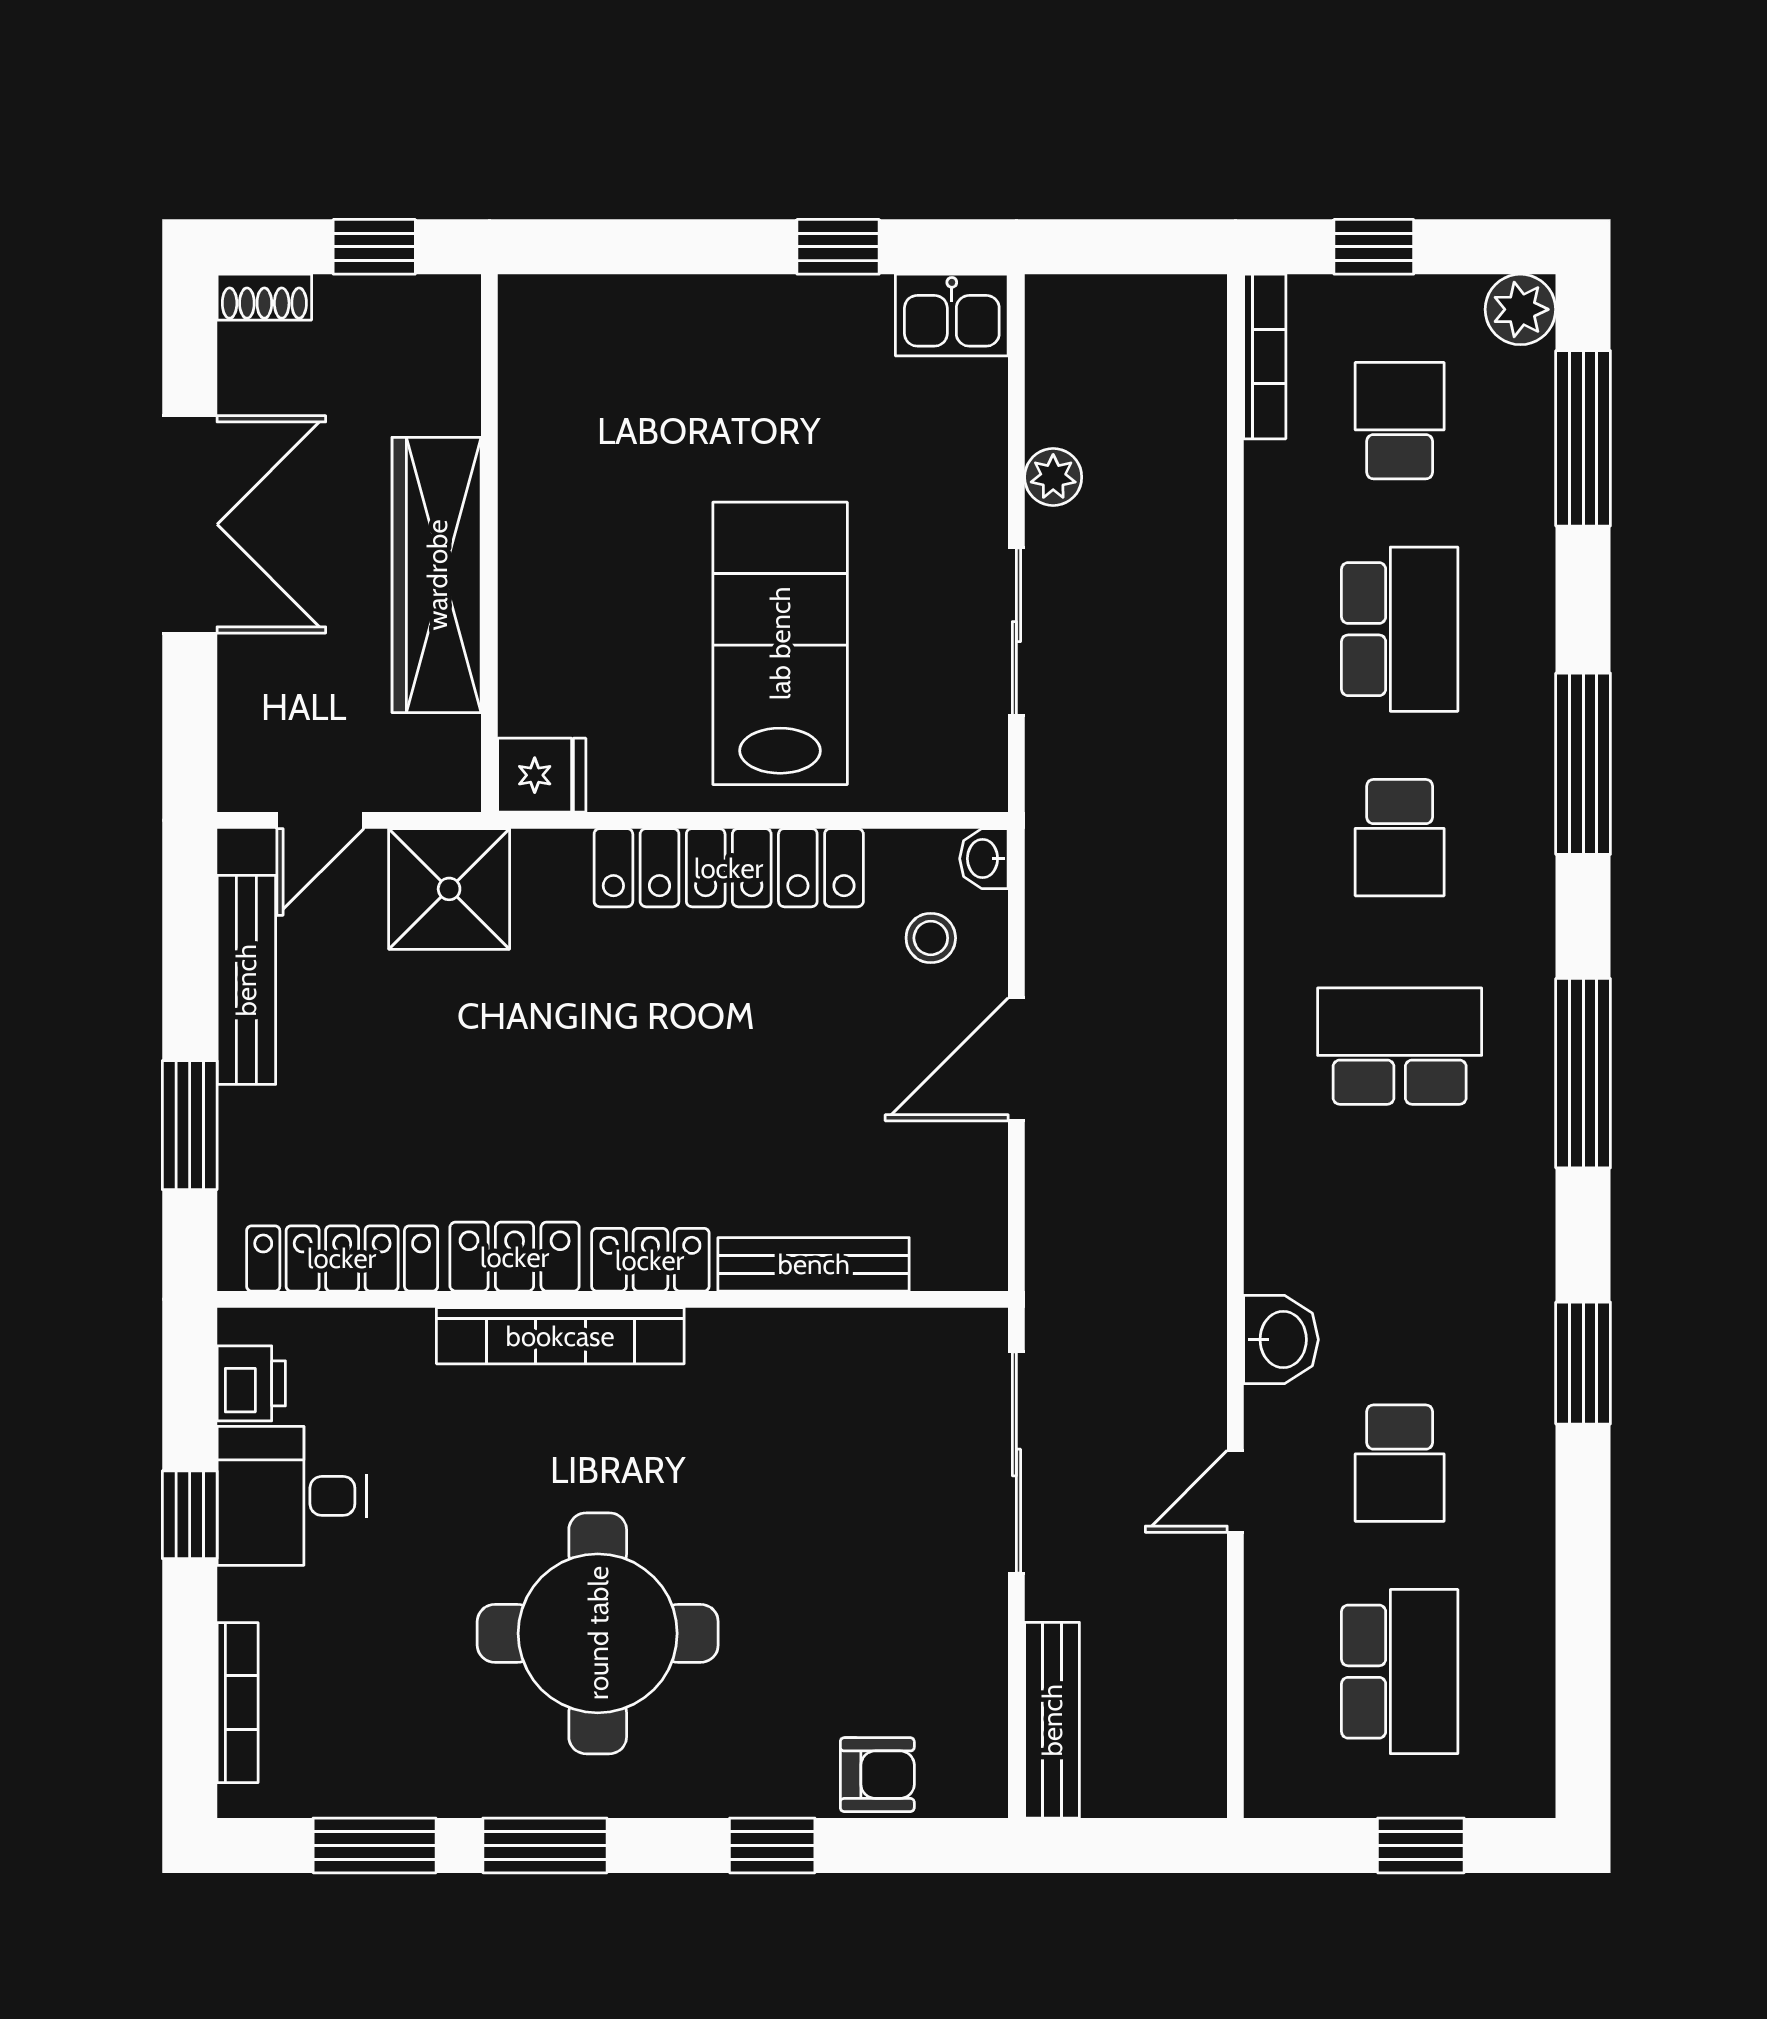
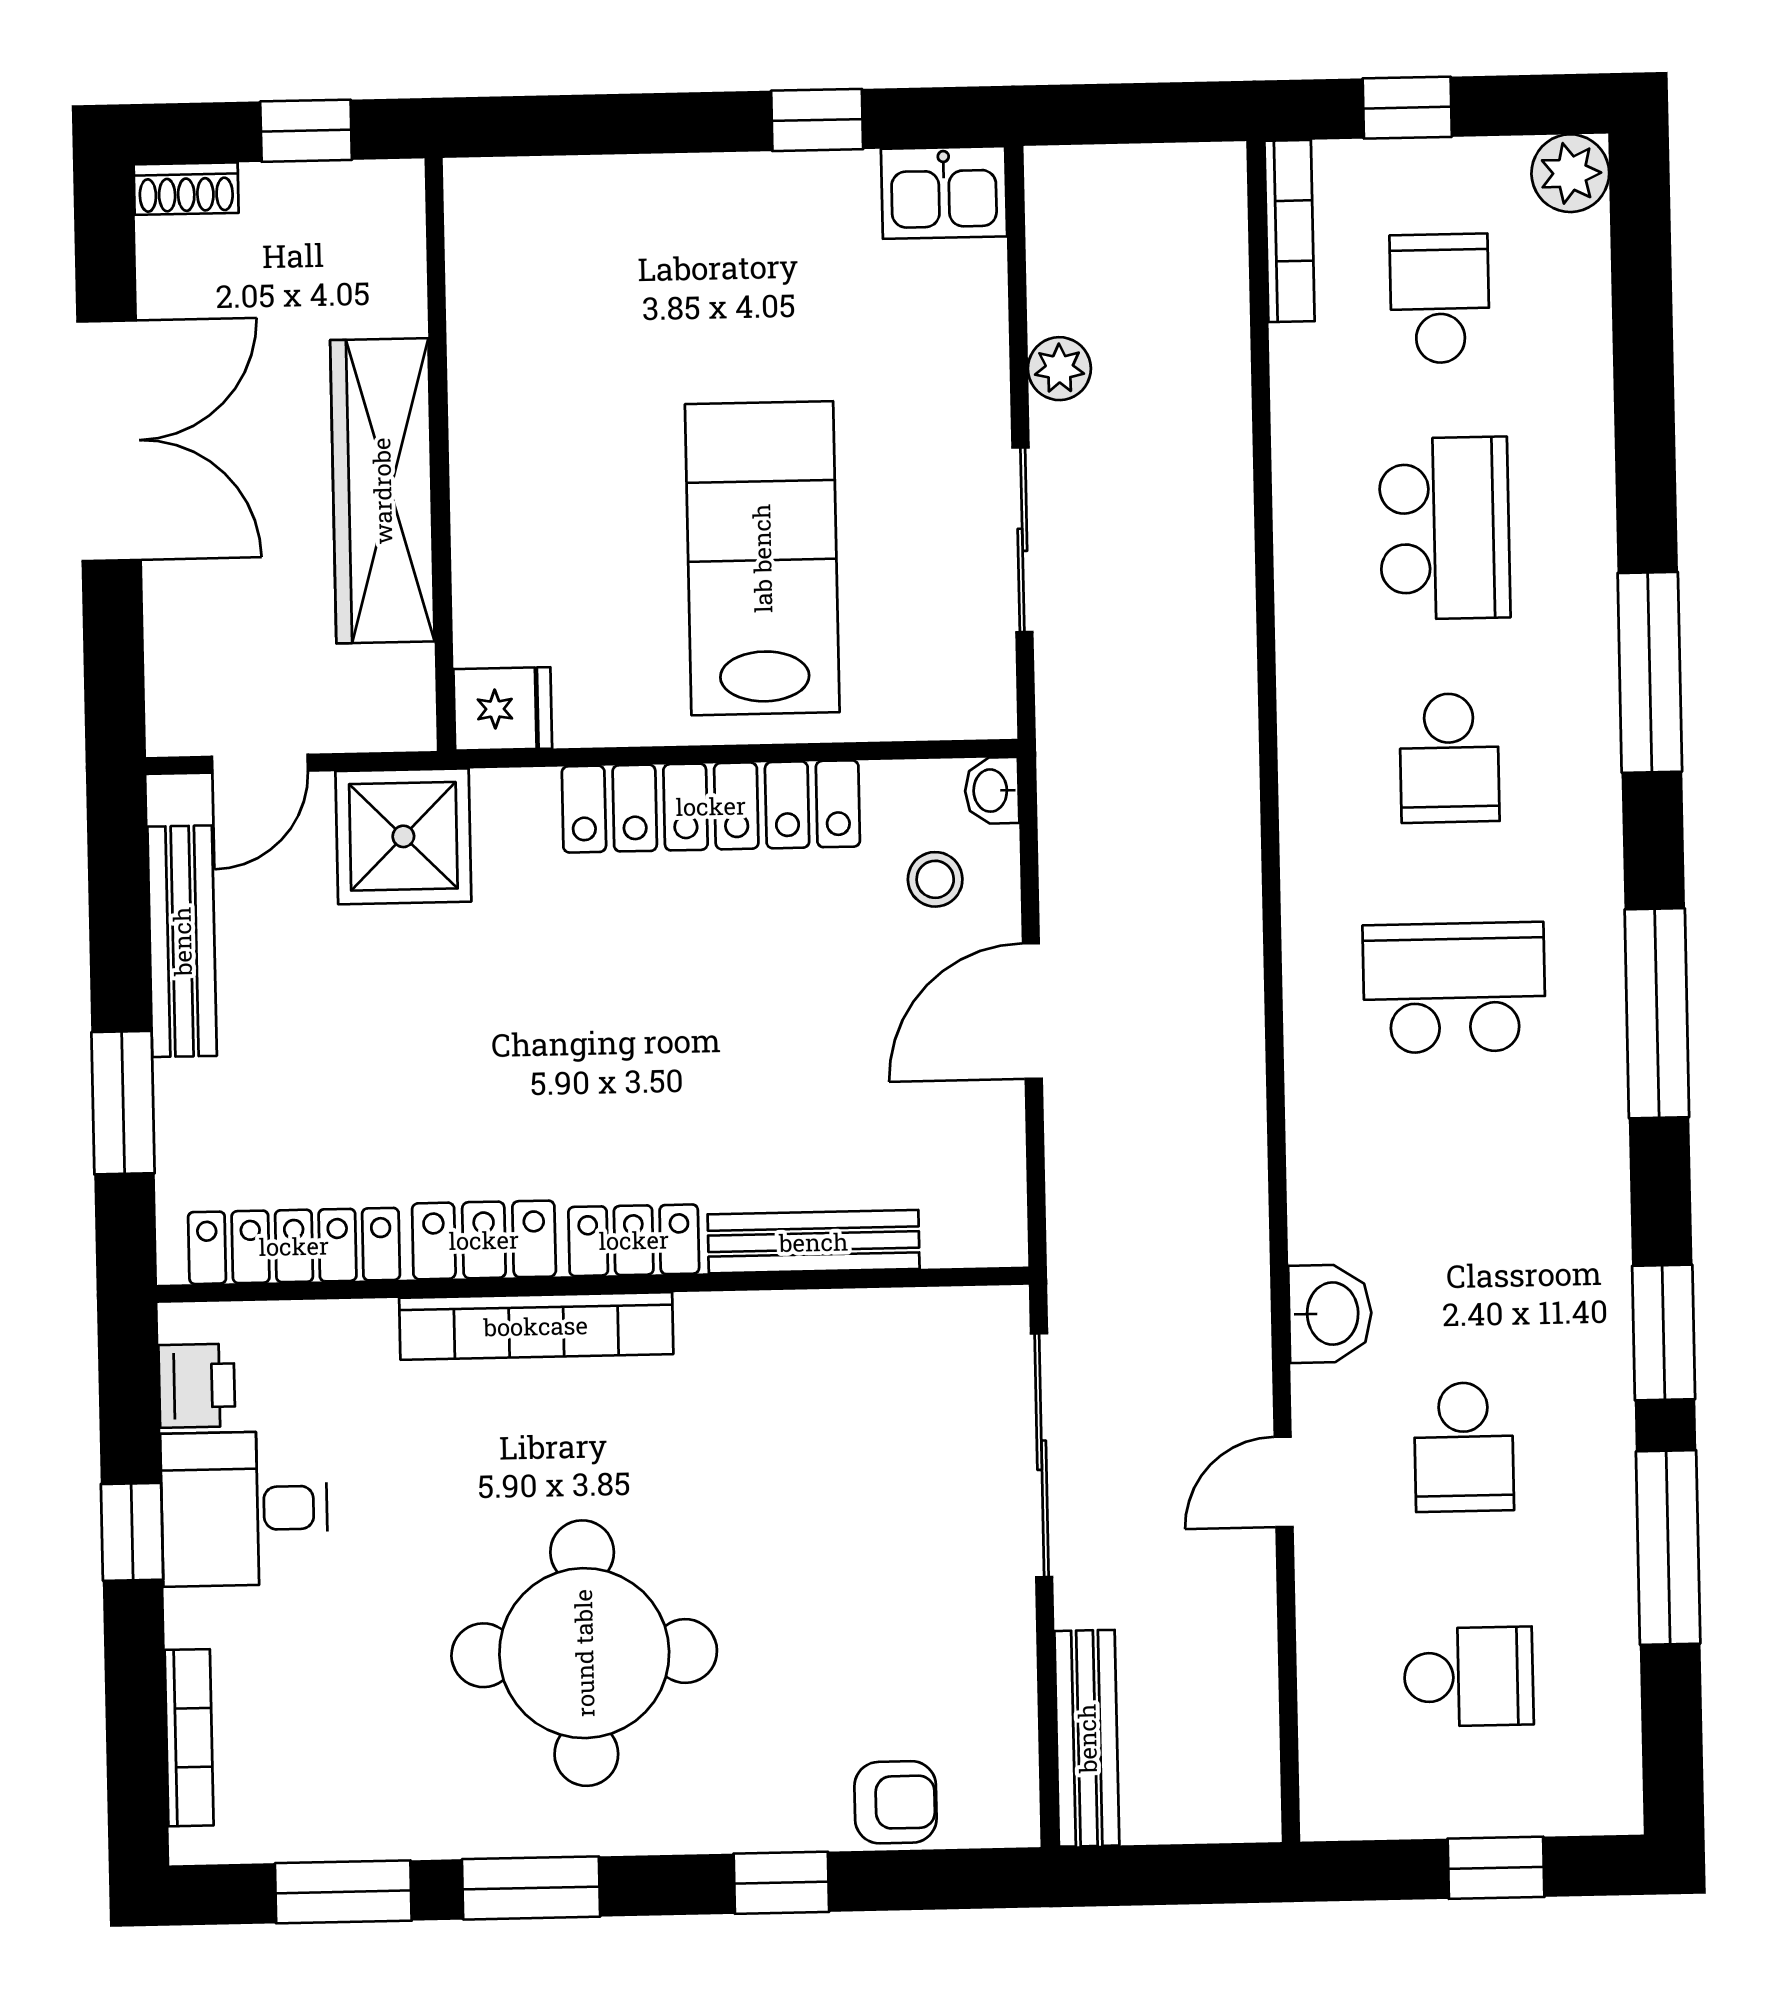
window: (1583, 438) -> (1668, 1547), moved
school desk: (1400, 1672) -> (1469, 1677), width x0.54

